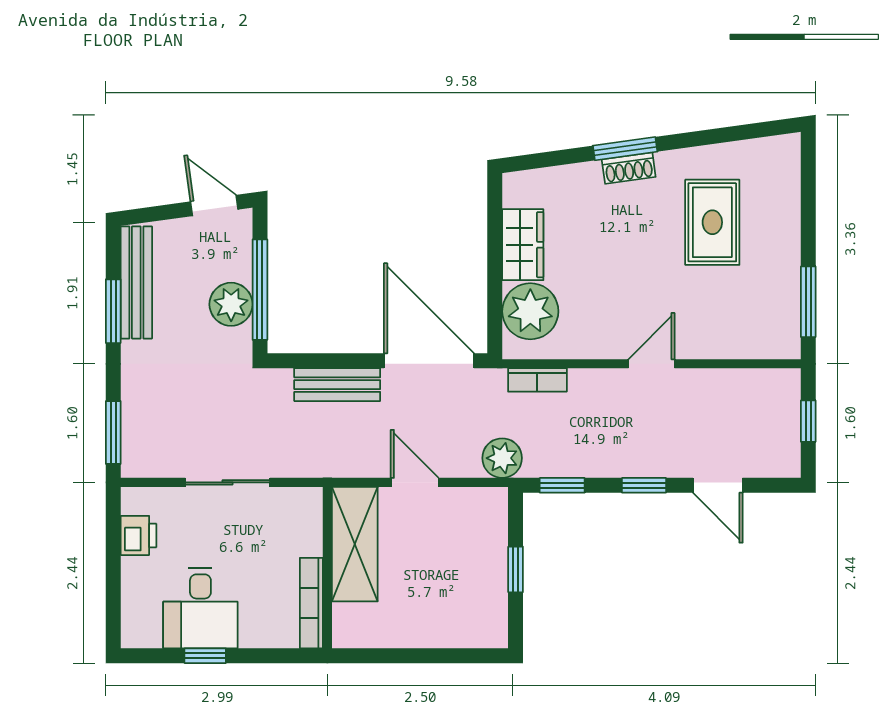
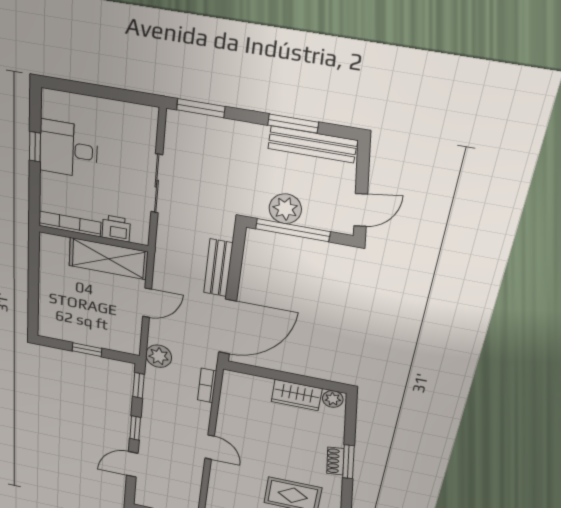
plant: (530, 311) -> (333, 399), moved, width x0.53, depth x0.53
printer: (139, 535) -> (116, 228), moved, turned 180

